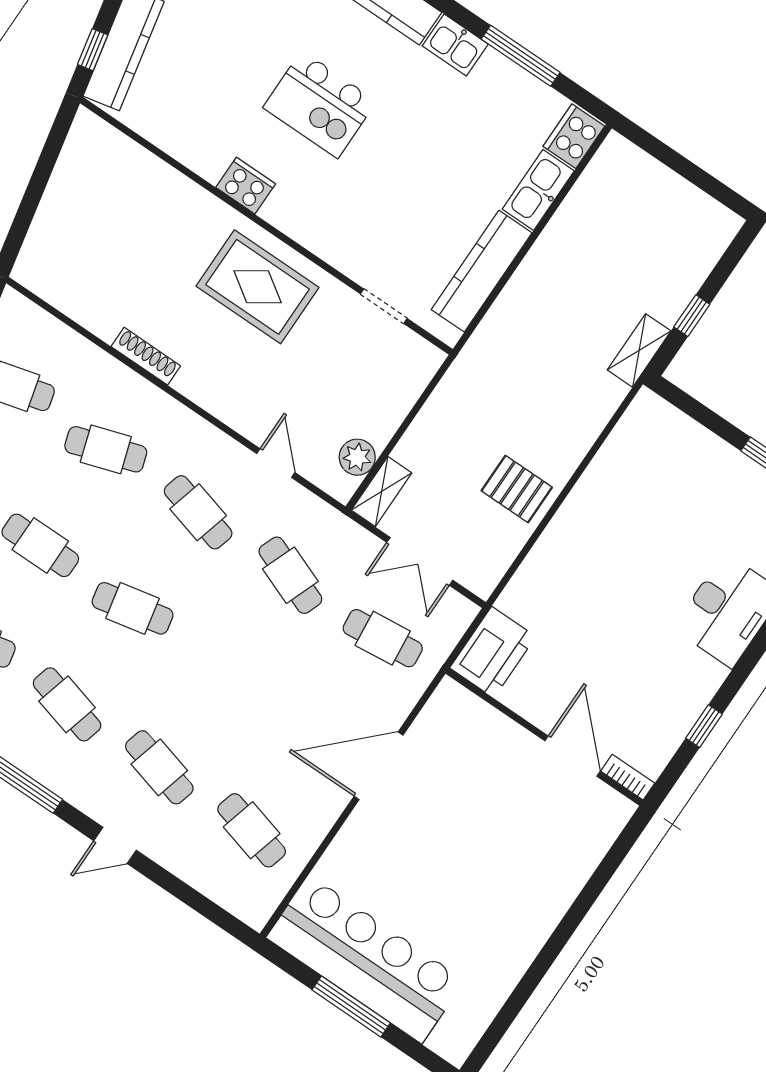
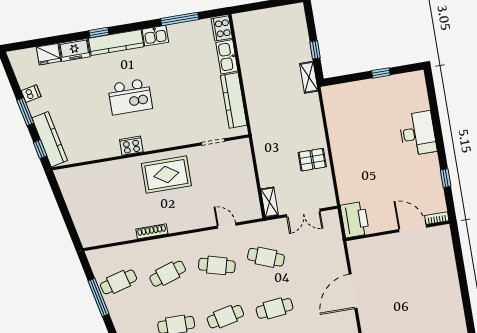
plant: (357, 457) -> (251, 199), removed
cafe table: (383, 638) -> (275, 308), moved

